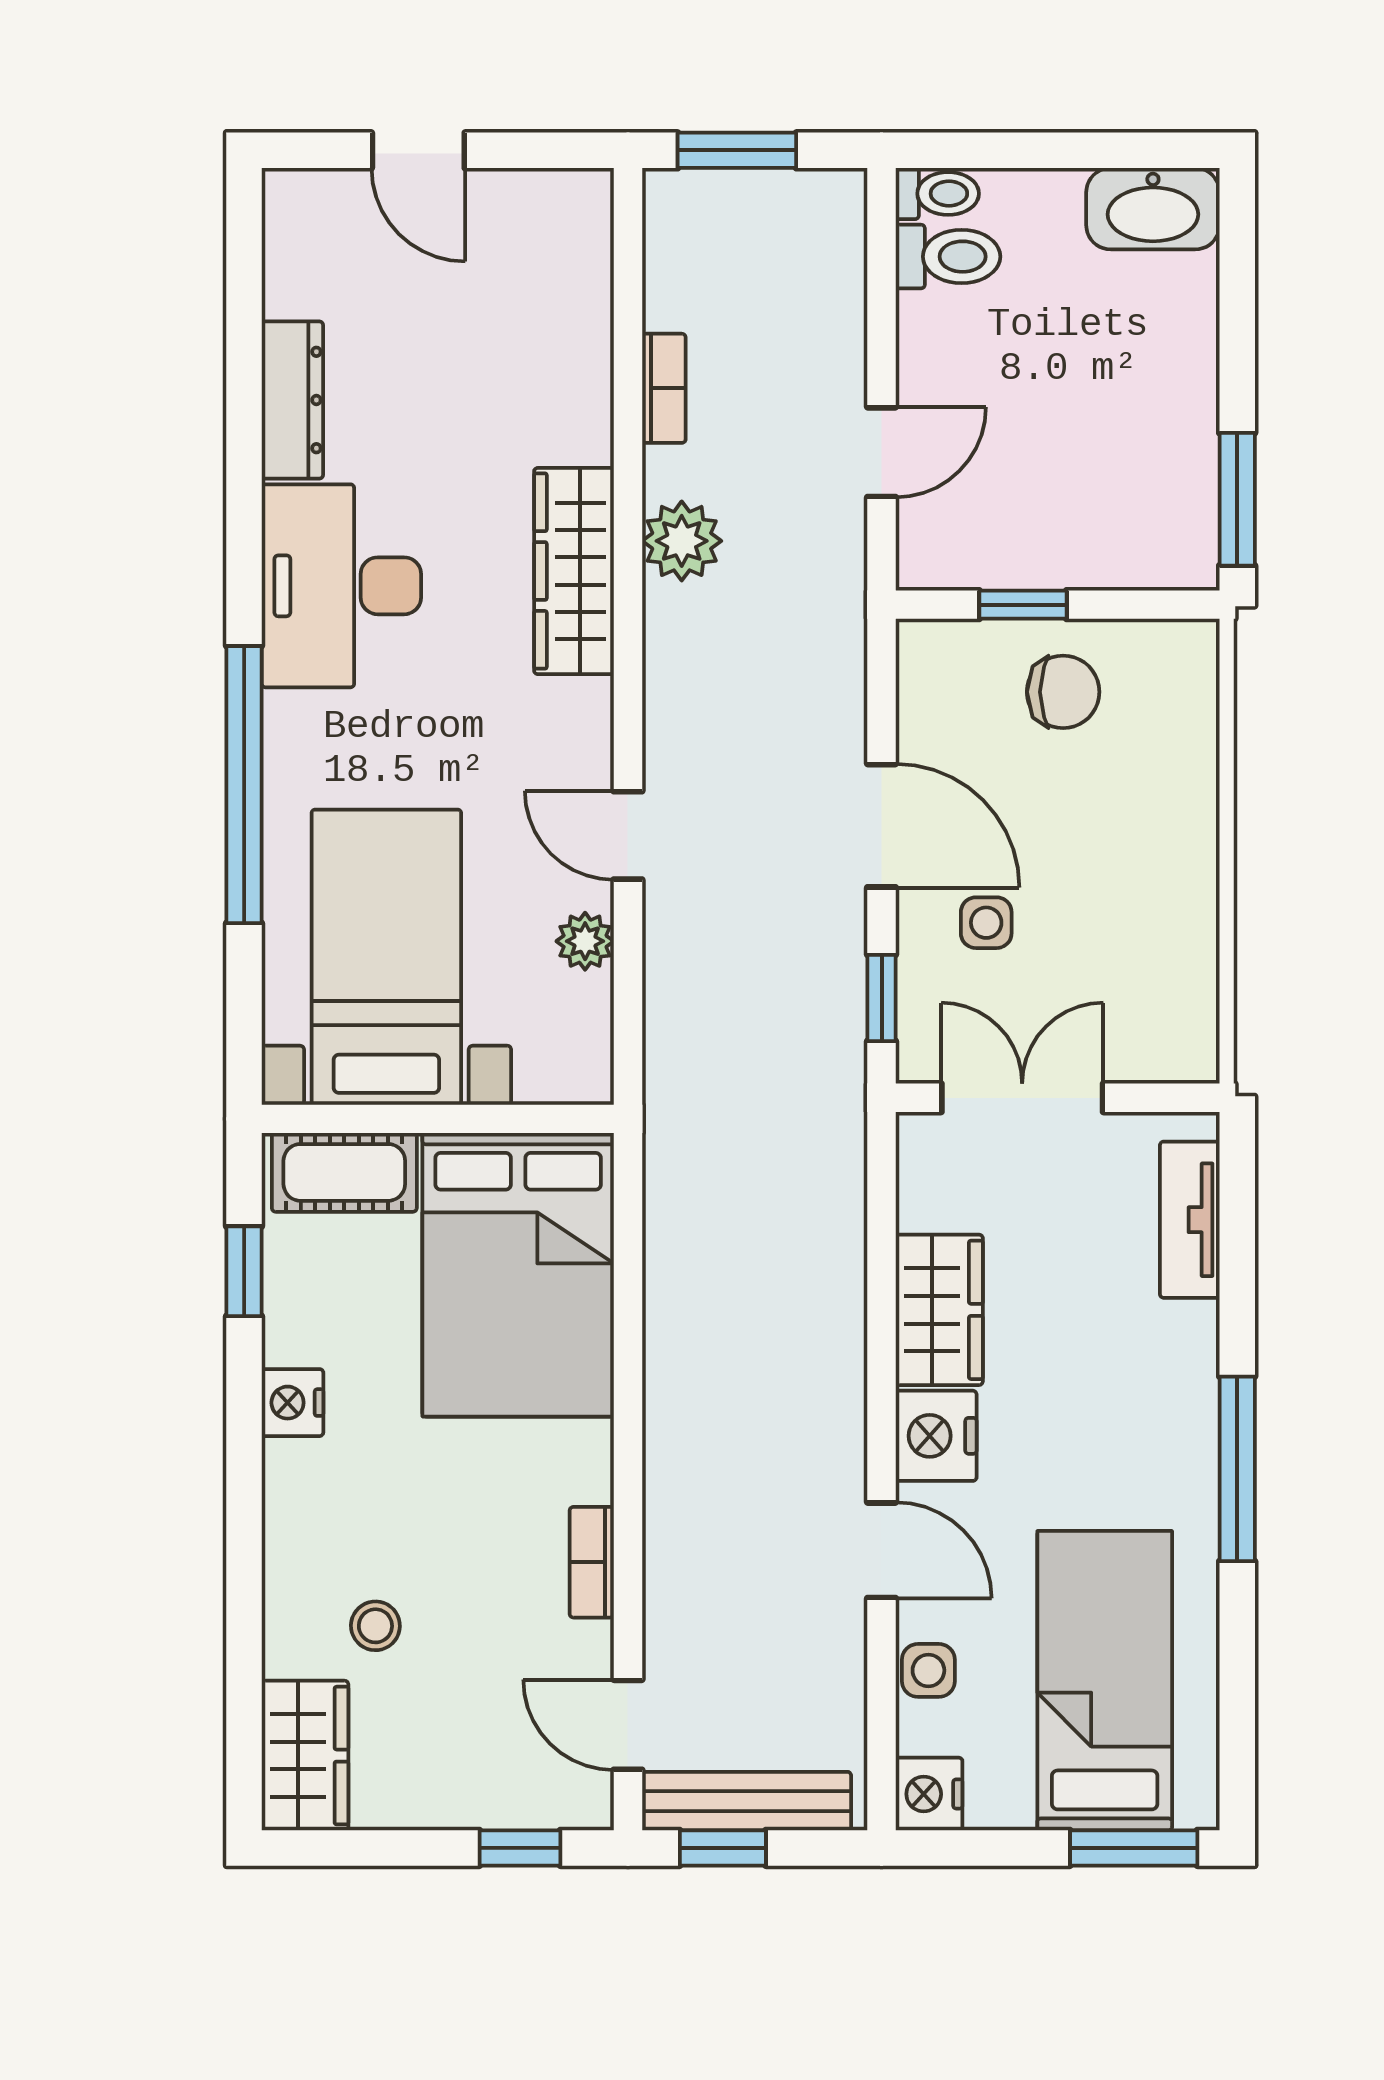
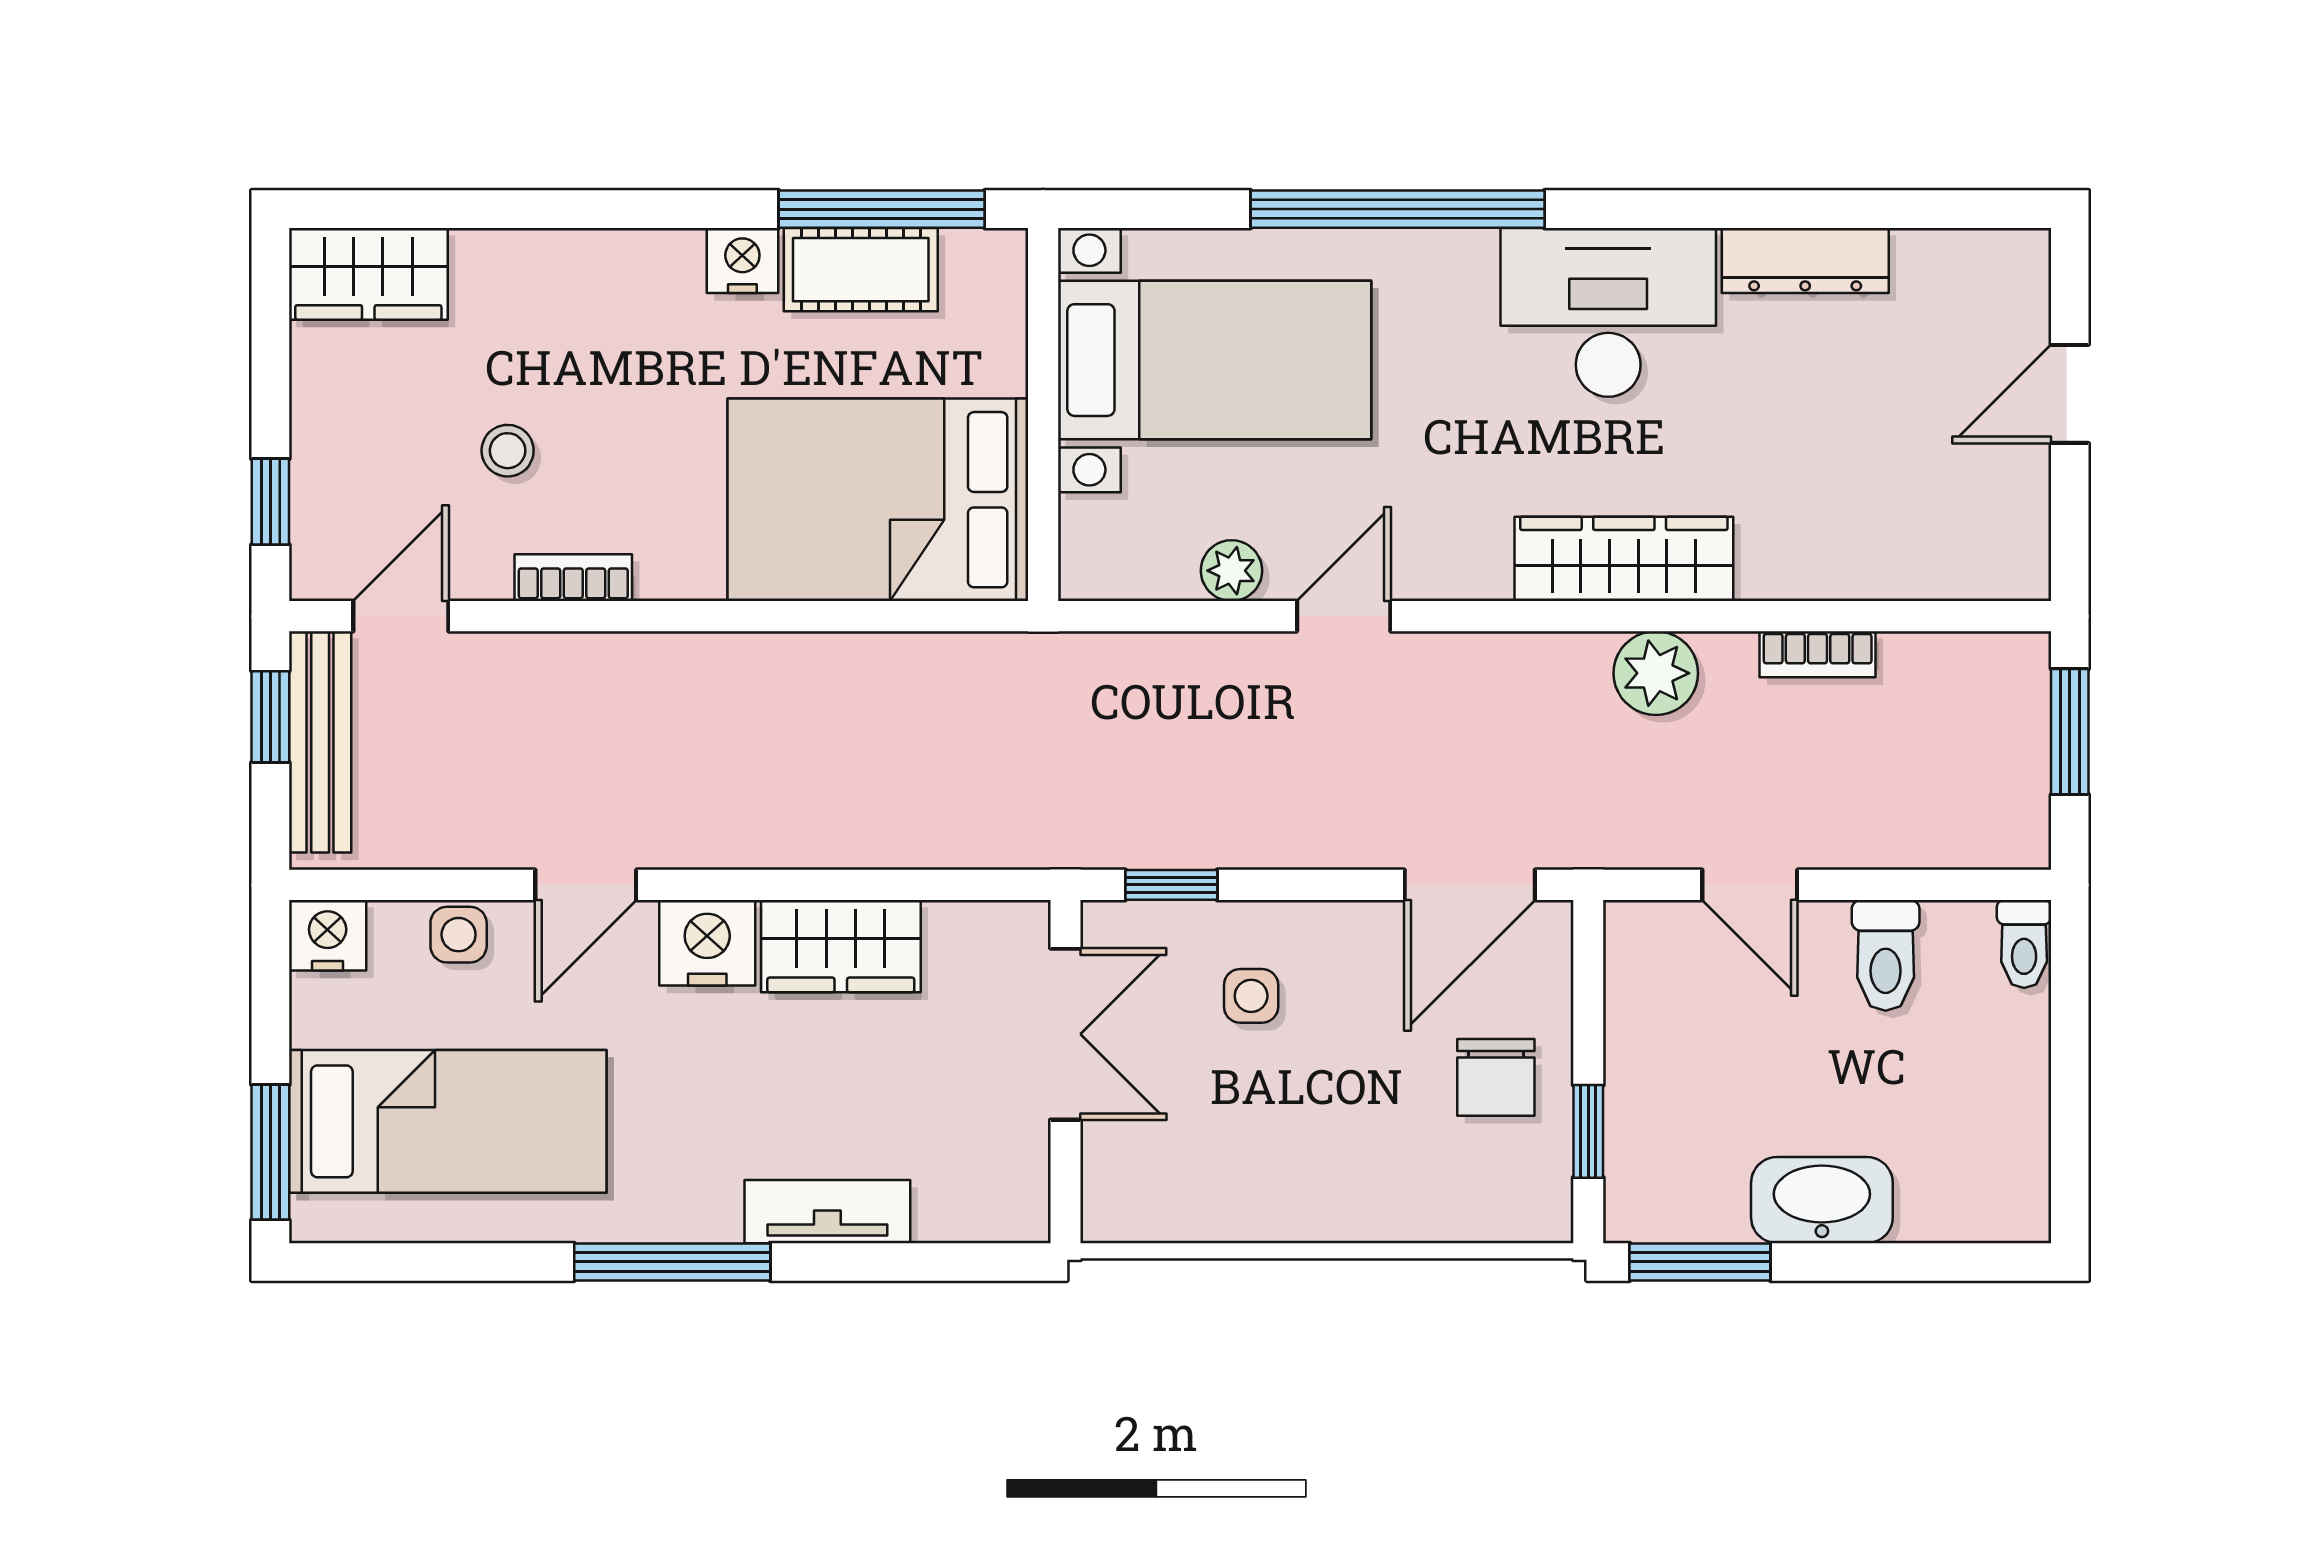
washbasin: (1153, 209) -> (1822, 1200), moved, turned 90
toilet: (948, 257) -> (1886, 955), moved
window: (1023, 605) -> (1588, 1131), moved
door: (882, 826) -> (1470, 885), moved
cot: (344, 1172) -> (861, 270), moved, turned 90
tv unit: (1190, 1220) -> (827, 1212), moved
window: (244, 1271) -> (882, 209), width x2.17
stool: (375, 1626) -> (508, 451), moved

